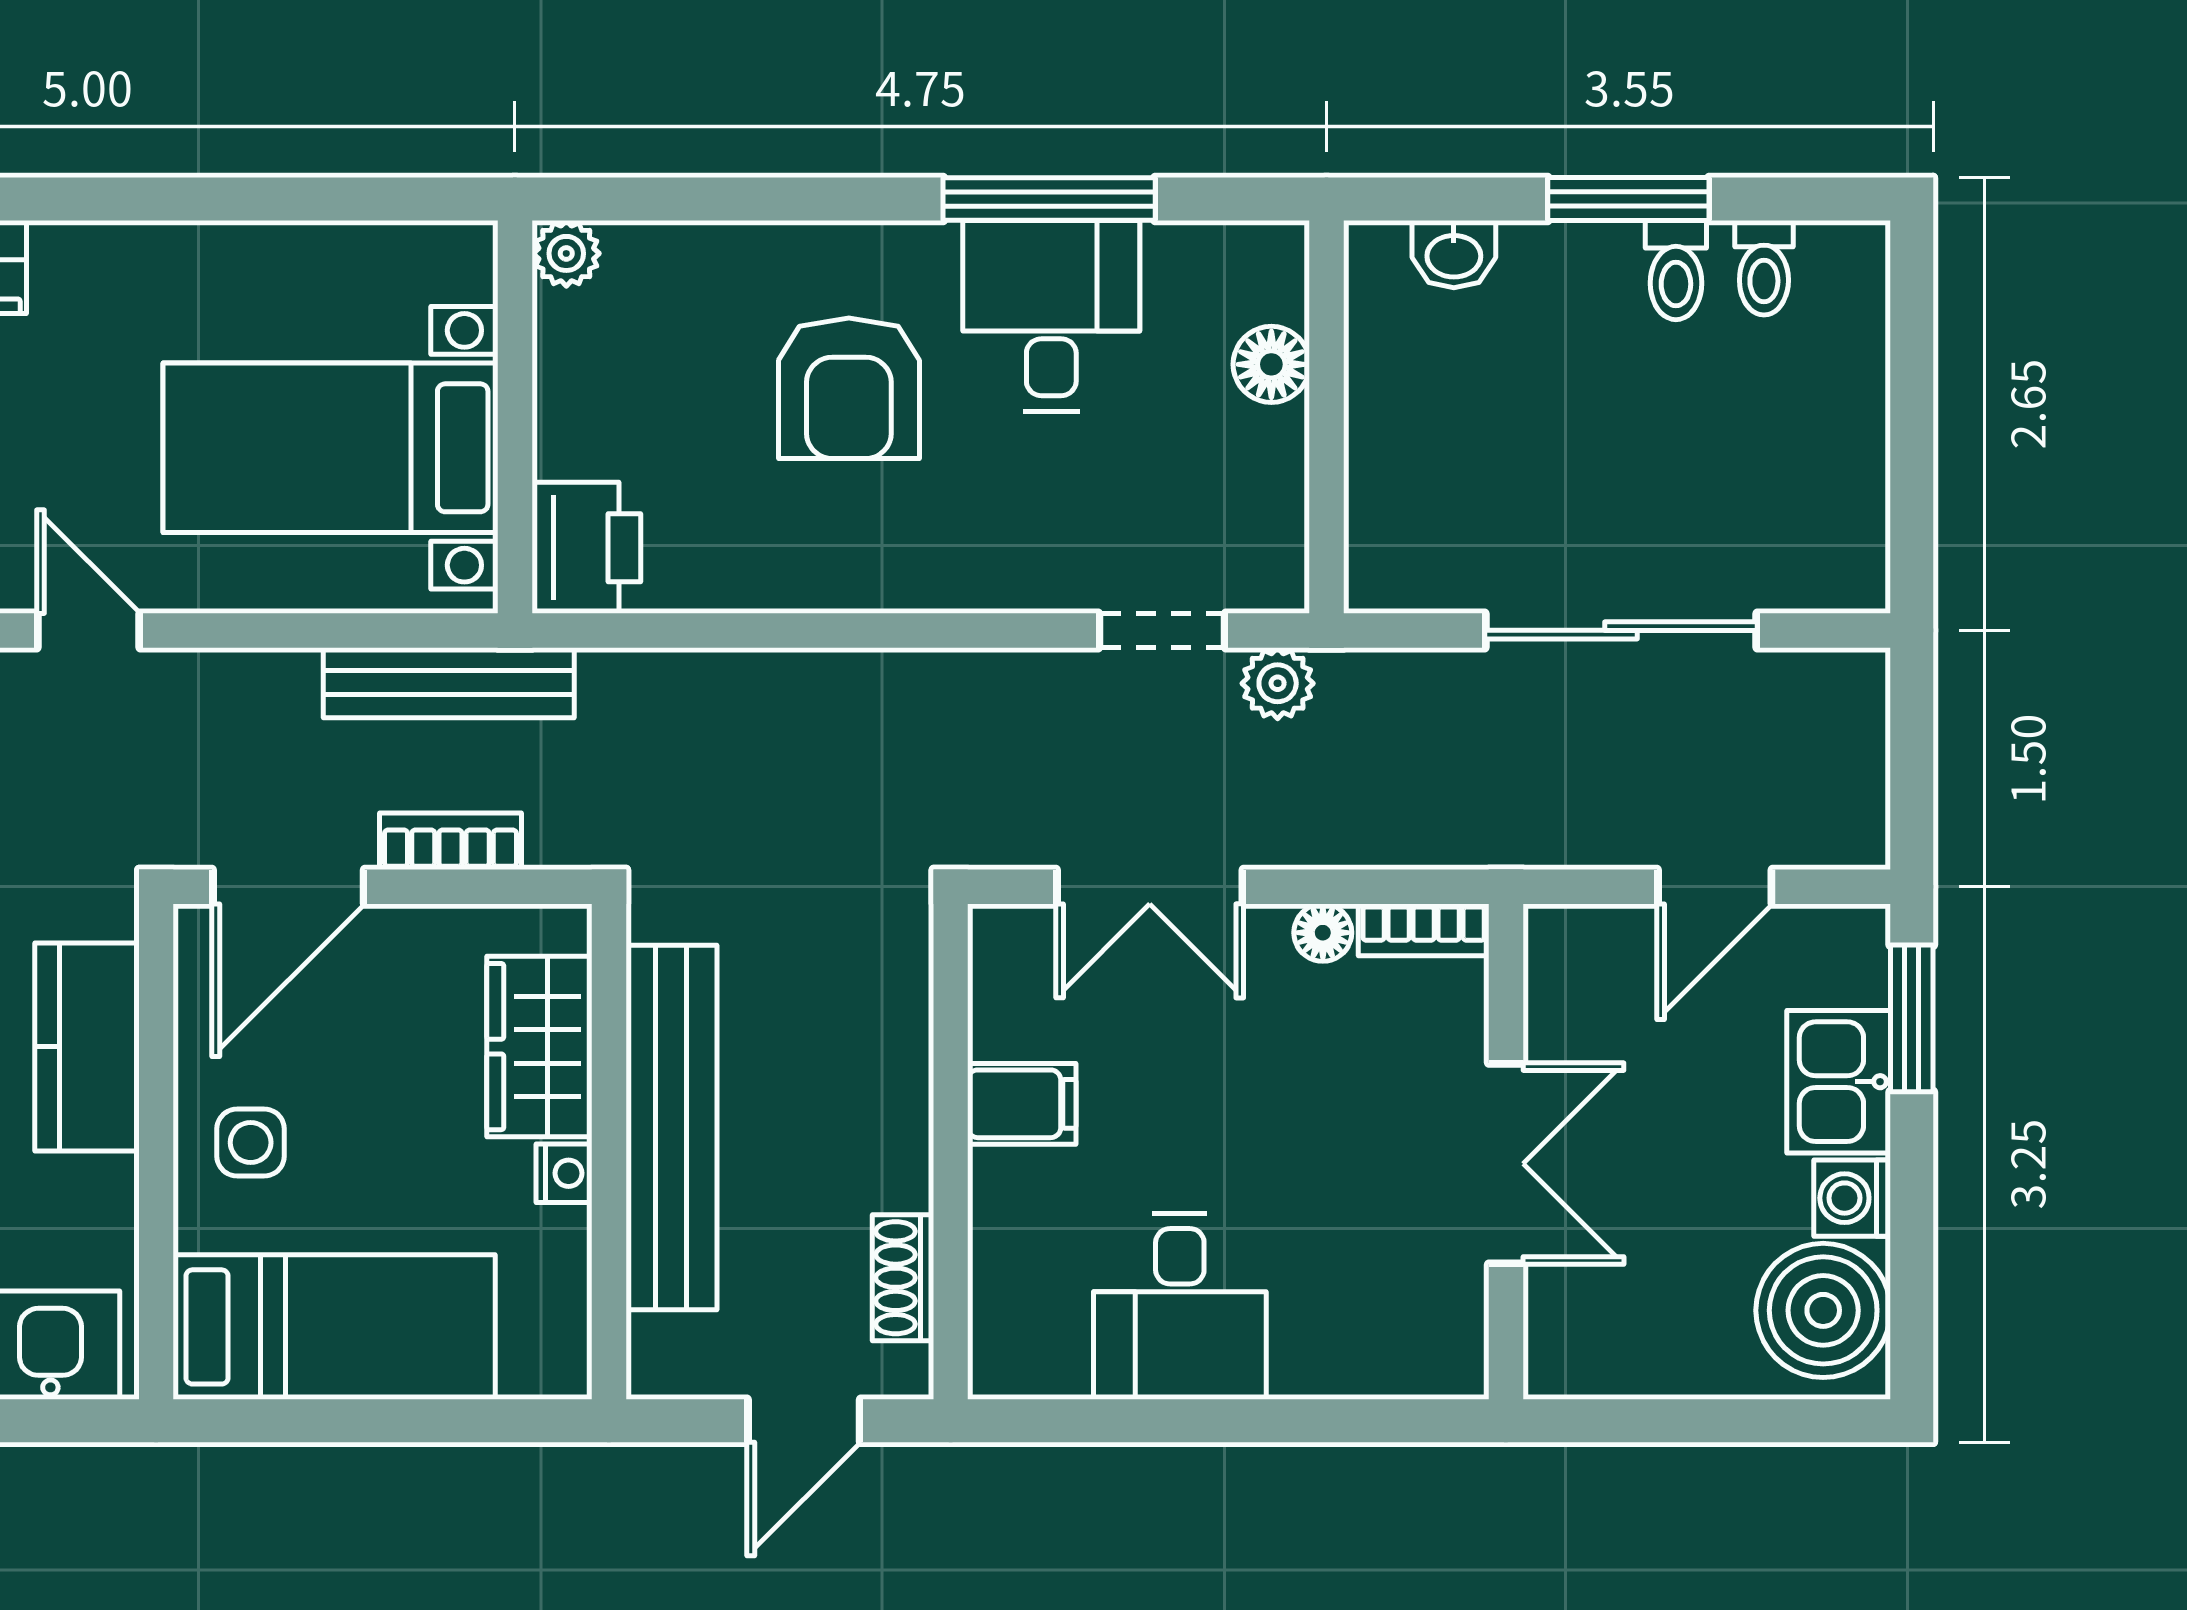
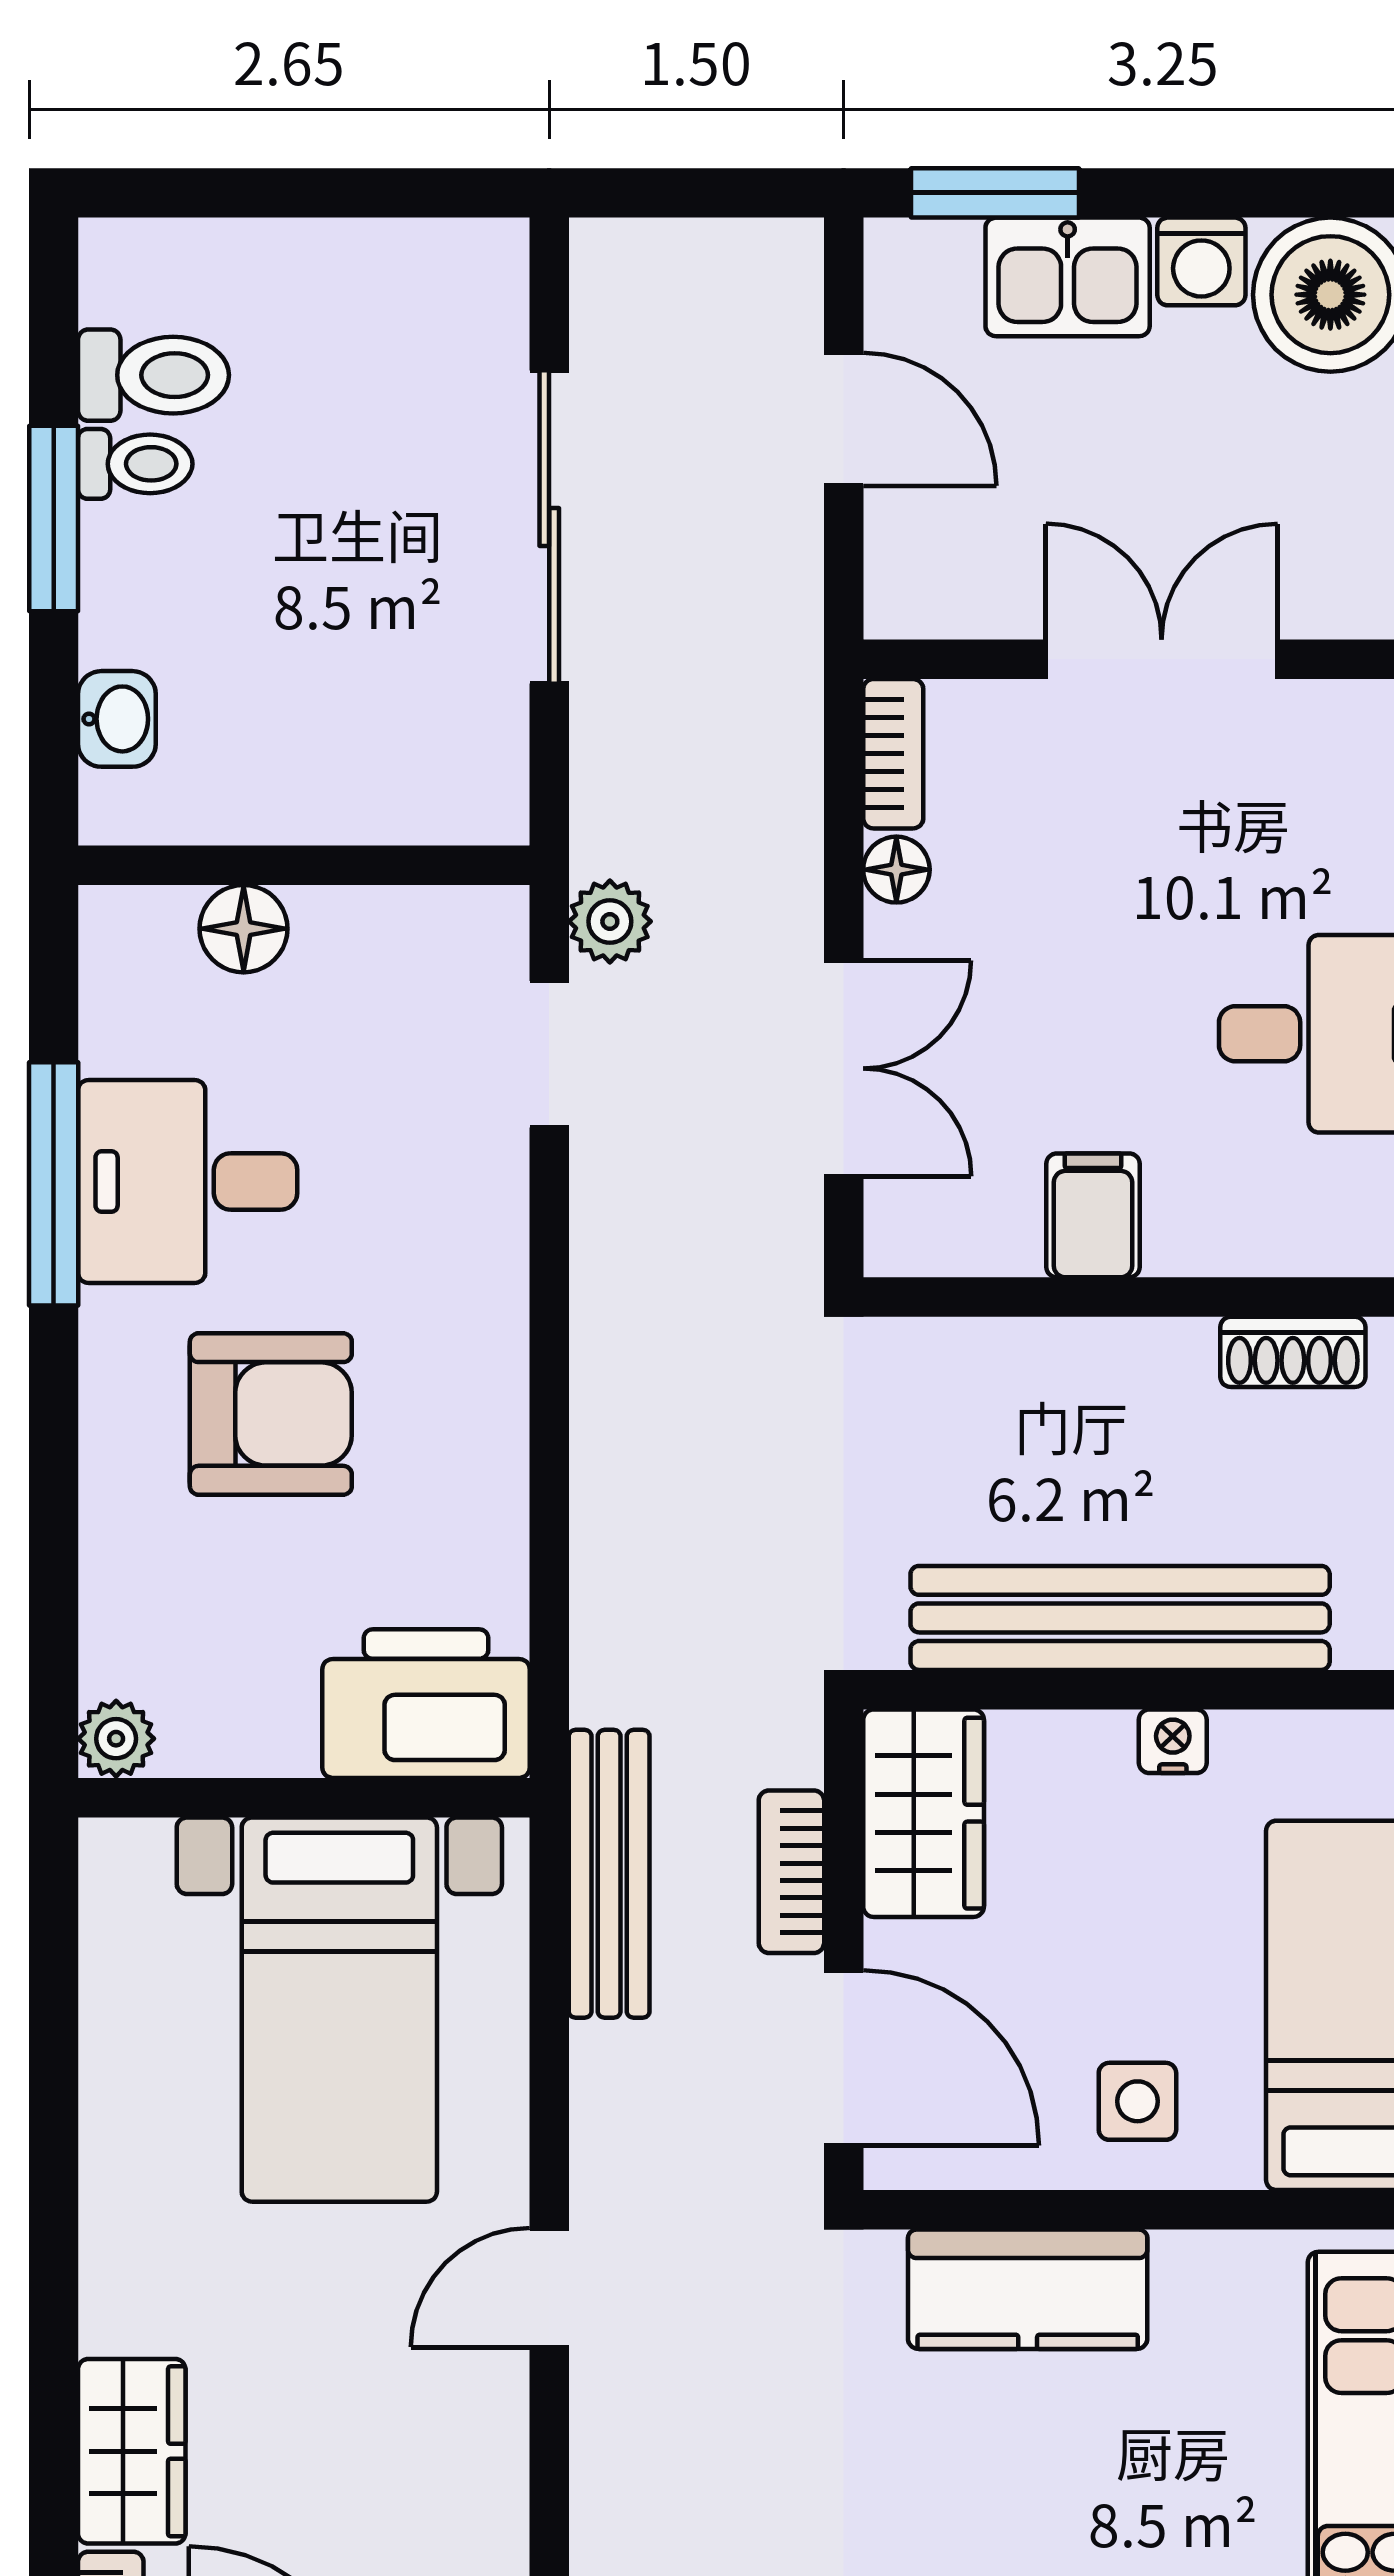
toilet: (1764, 268) -> (153, 375), width x1.37, depth x1.39
printer: (586, 548) -> (426, 1704), width x1.37, depth x1.19
wardrobe: (539, 1047) -> (924, 1813), moved, turned -90

